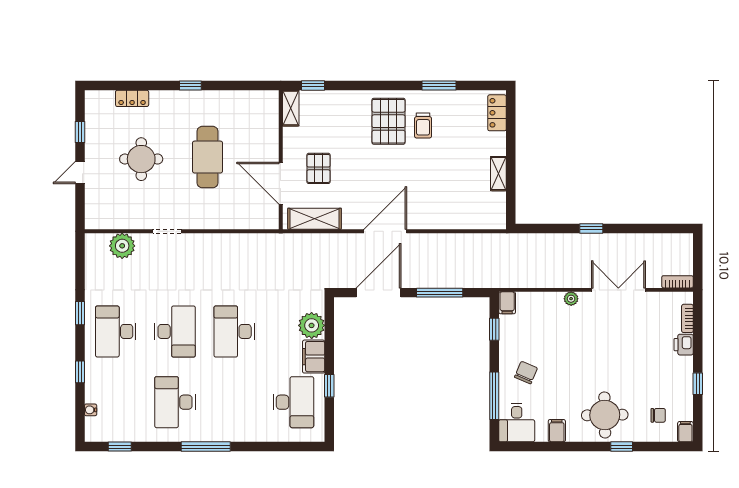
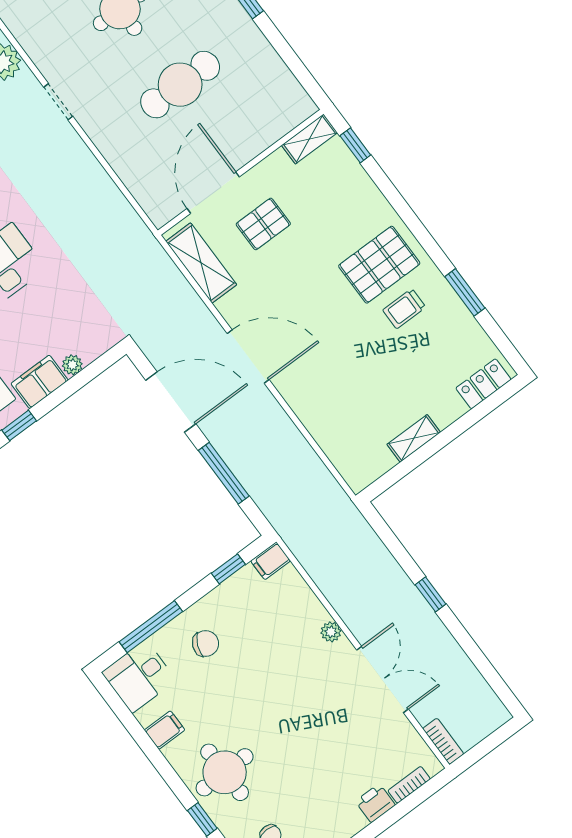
plant: (312, 325) -> (72, 365), width x0.53, depth x0.53

